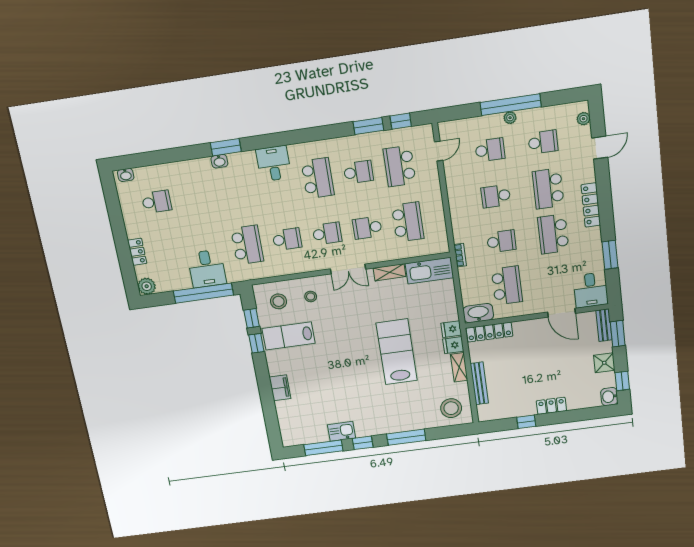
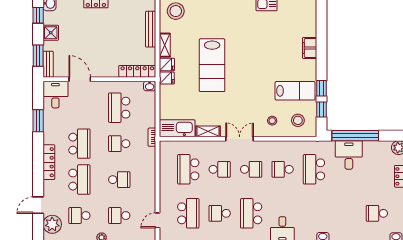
plant: (583, 119) -> (52, 224), width x1.87, depth x1.87
school desk: (327, 233) -> (251, 169), turned 180
washbasin: (478, 313) -> (150, 86), width x0.52, depth x0.69

